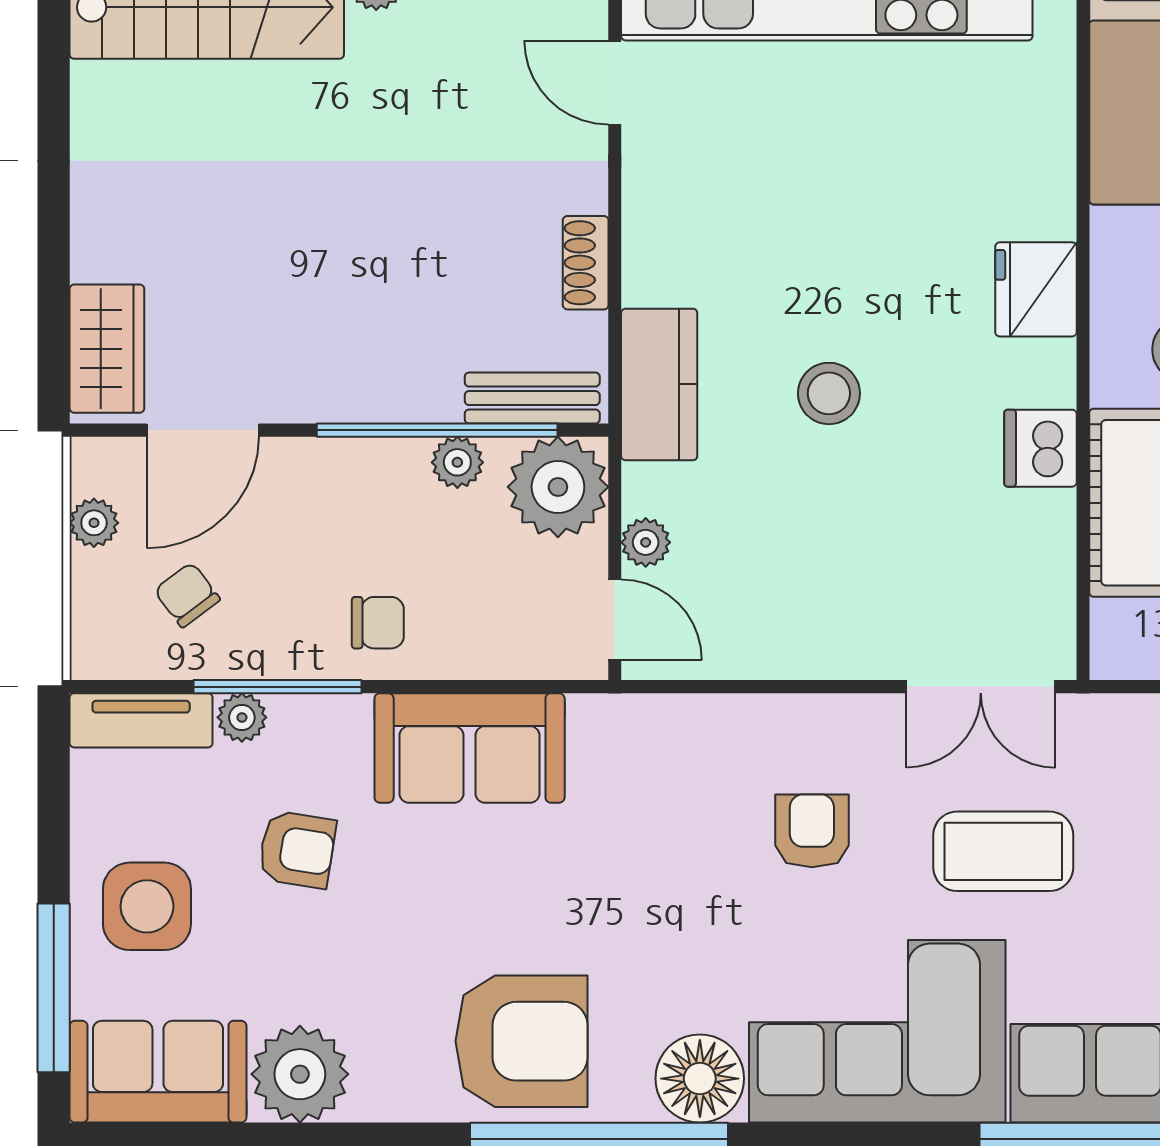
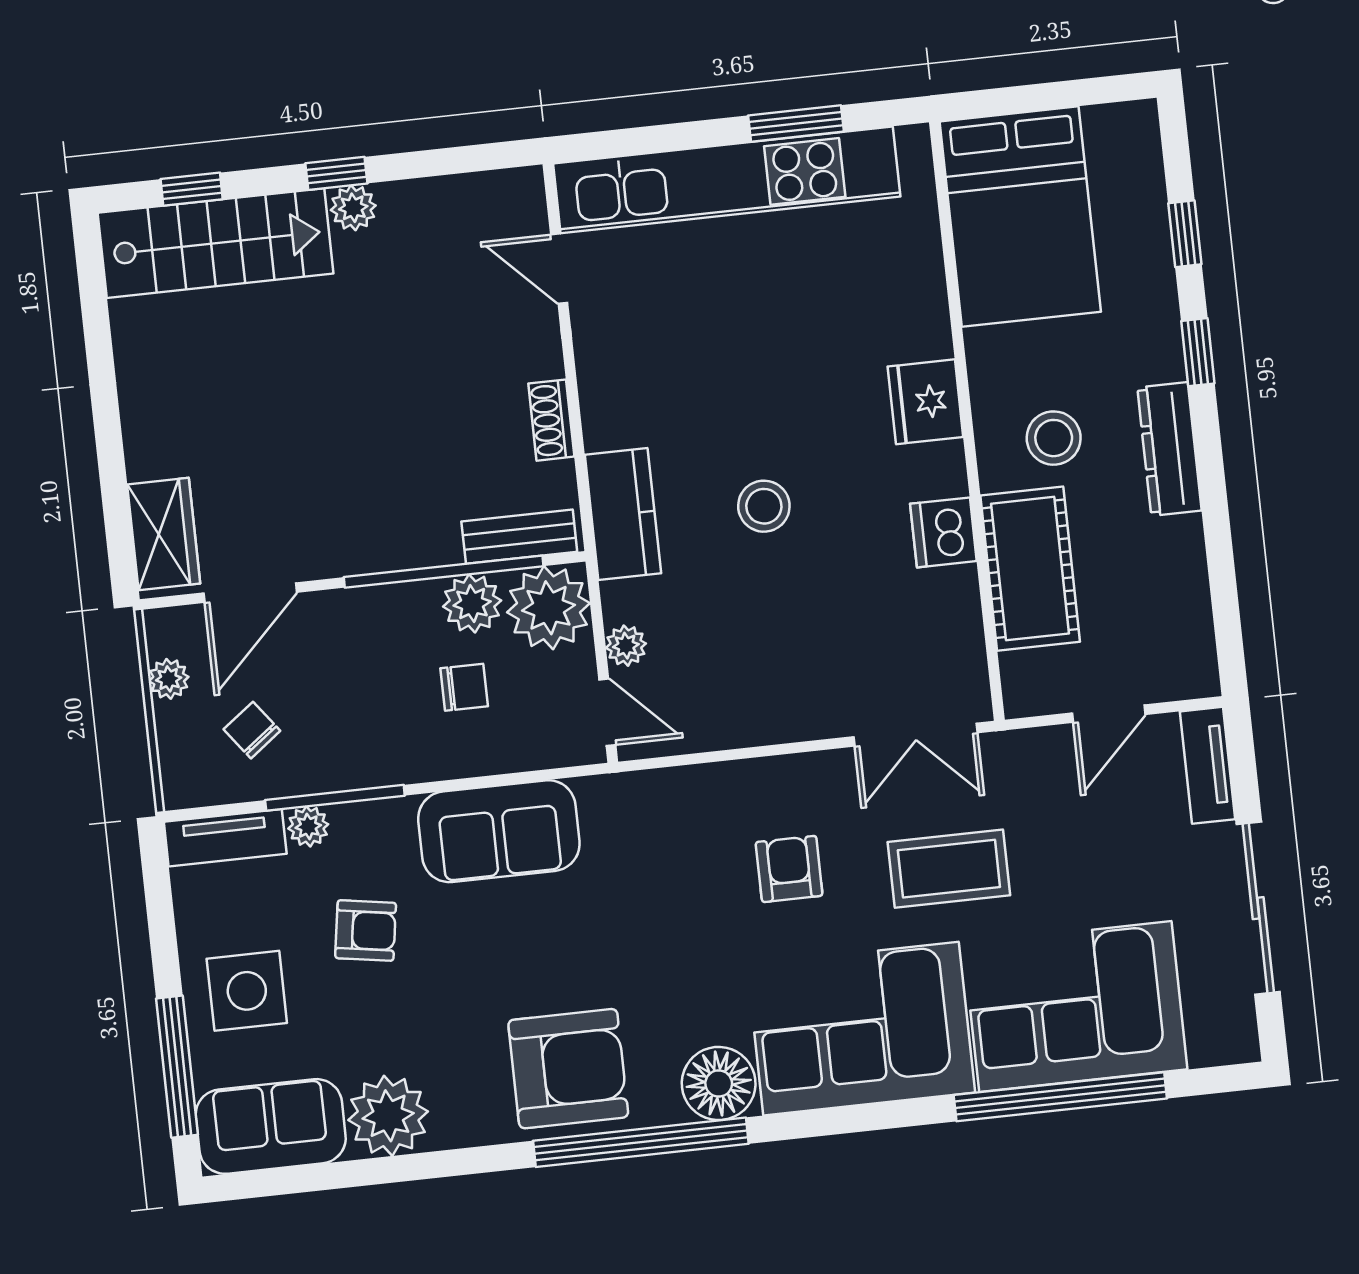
plant: (457, 462) -> (472, 603), width x1.38, depth x1.38
chair: (378, 623) -> (464, 687), moved

